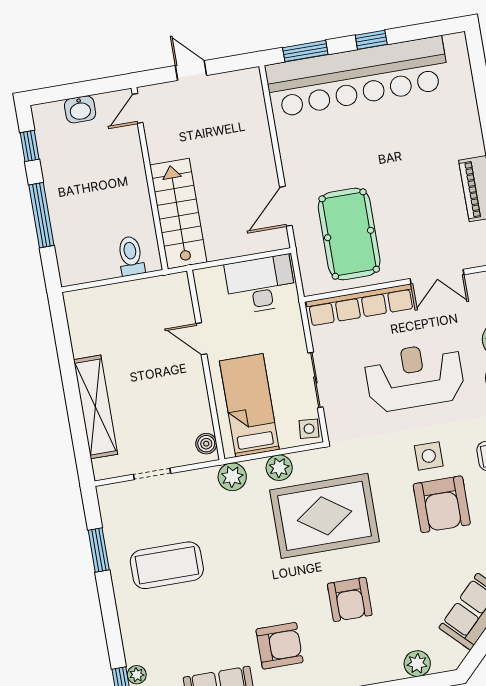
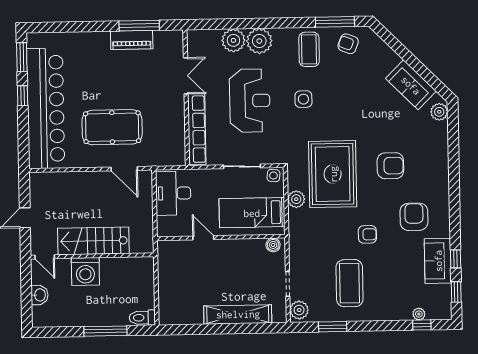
window: (305, 51) -> (22, 57), moved
window: (30, 146) -> (59, 332), removed
washing machine: (125, 172) -> (85, 271), added
stairs: (178, 214) -> (93, 241), moved
pool table: (349, 234) -> (112, 127), moved
toilet: (131, 256) -> (142, 318), moved
door: (201, 339) -> (203, 238), swing flipped
reception desk: (414, 377) -> (250, 101), turned 180
plant: (232, 477) -> (299, 310), moved
armchair: (442, 504) -> (367, 234), moved, width x0.53, depth x0.53
plant: (417, 664) -> (439, 112), moved

